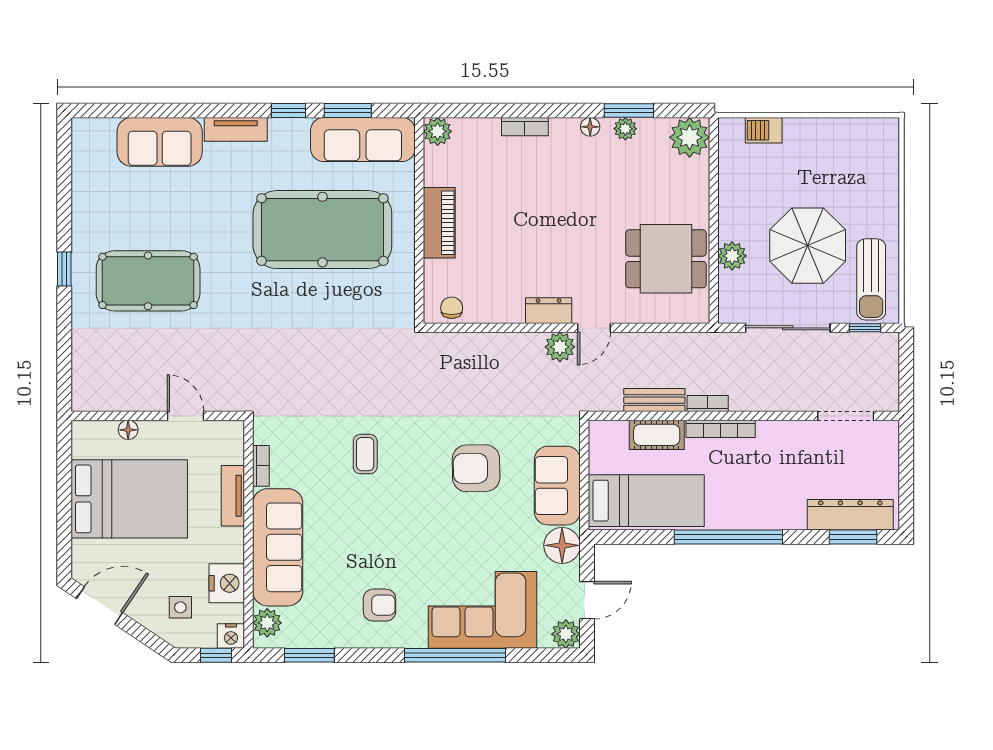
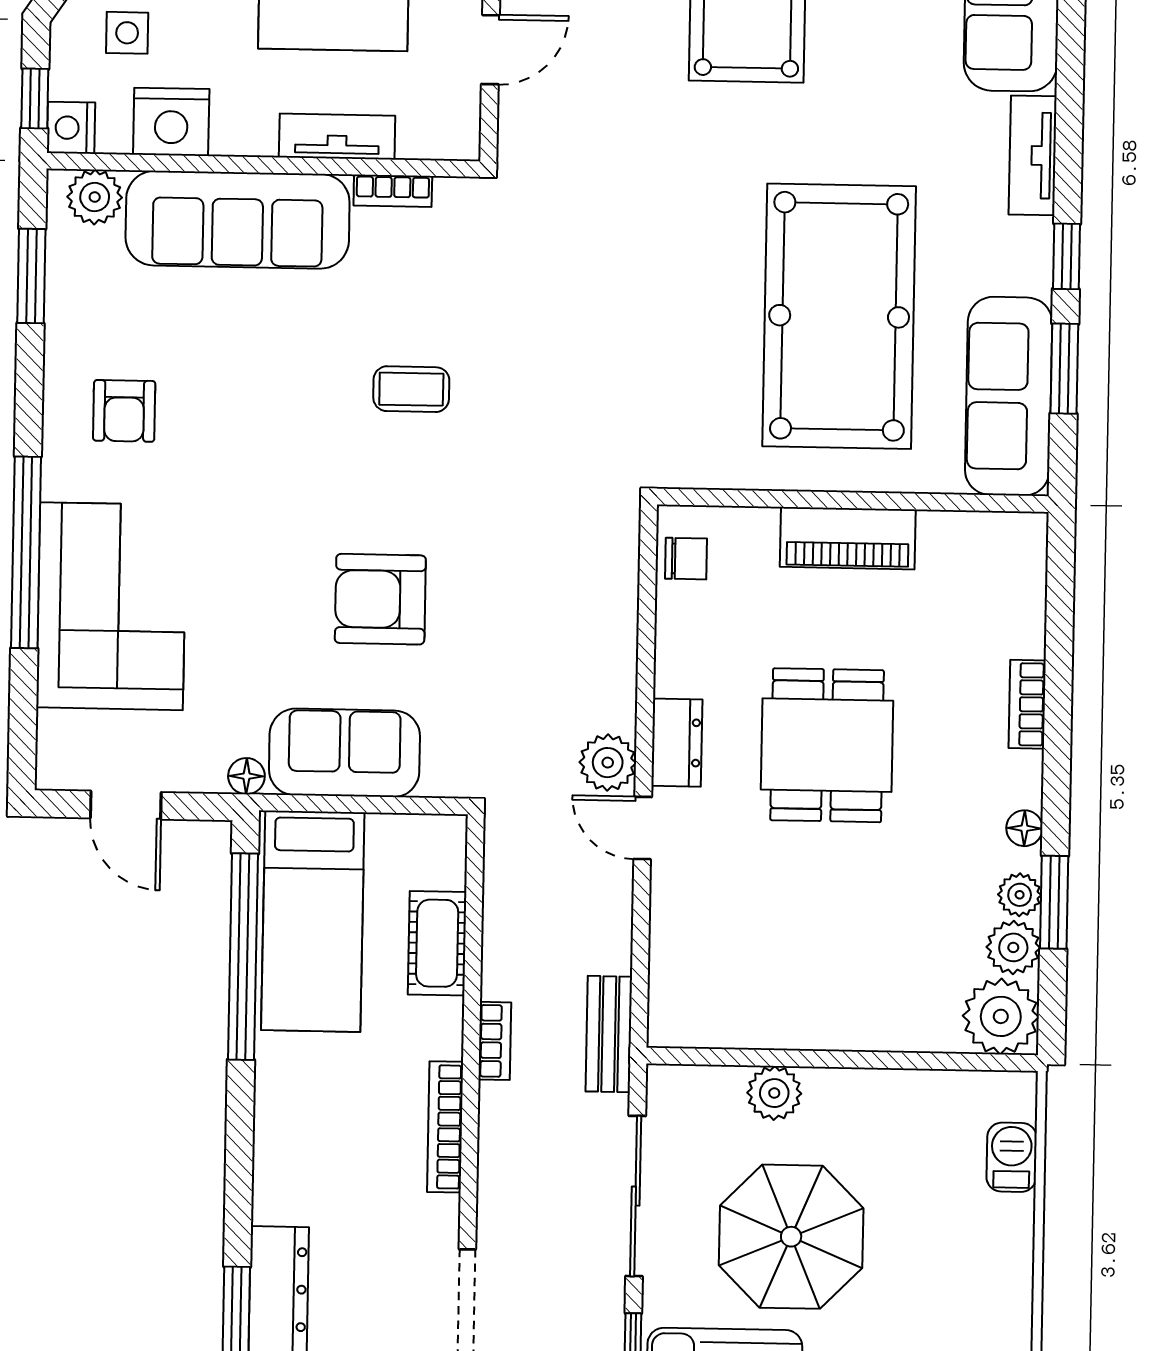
plant: (438, 131) -> (1013, 947), moved
dining table: (666, 259) -> (827, 745), moved
bench: (654, 400) -> (609, 1034), moved
bookcase: (721, 429) -> (445, 1127), moved
armchair: (476, 468) -> (380, 599), turned -89
window: (728, 537) -> (243, 957), moved
floor lamp: (562, 545) -> (246, 776), width x0.53, depth x0.53
plant: (566, 634) -> (62, 764), removed

